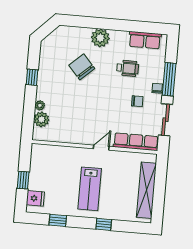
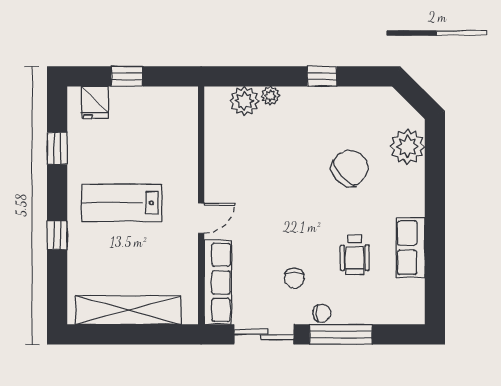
plant: (100, 38) -> (407, 147), moved
row of seats: (145, 40) -> (411, 248), moved
door: (101, 148) -> (201, 218), hinge flipped

